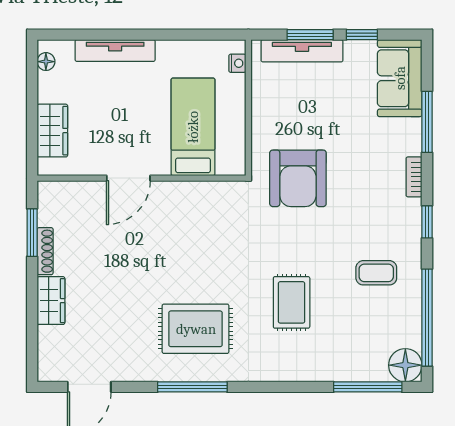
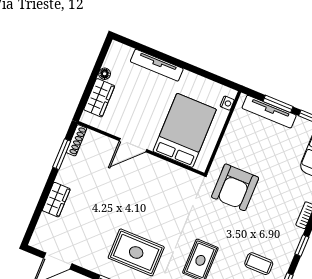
floor lamp: (46, 62) -> (105, 74), moved
bed: (193, 127) -> (185, 130), width x1.50
shoe rack: (45, 251) -> (76, 140), moved

